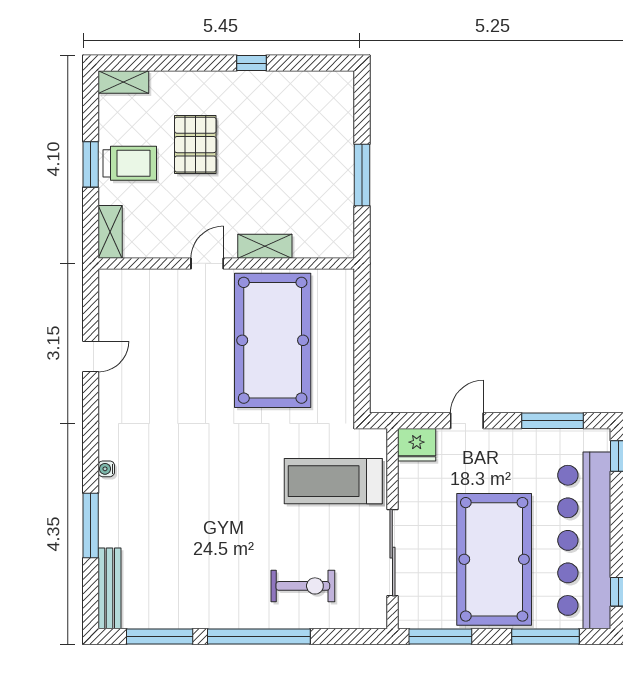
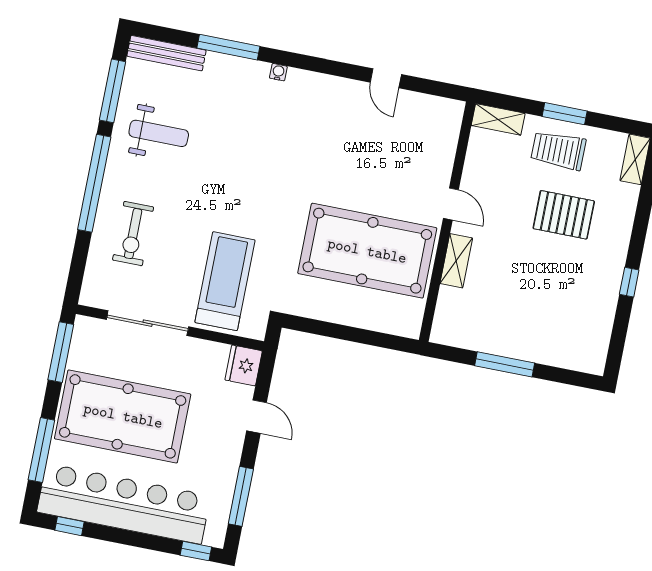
trolley: (130, 163) -> (558, 150), turned 90
weight bench: (194, 580) -> (159, 133), added

